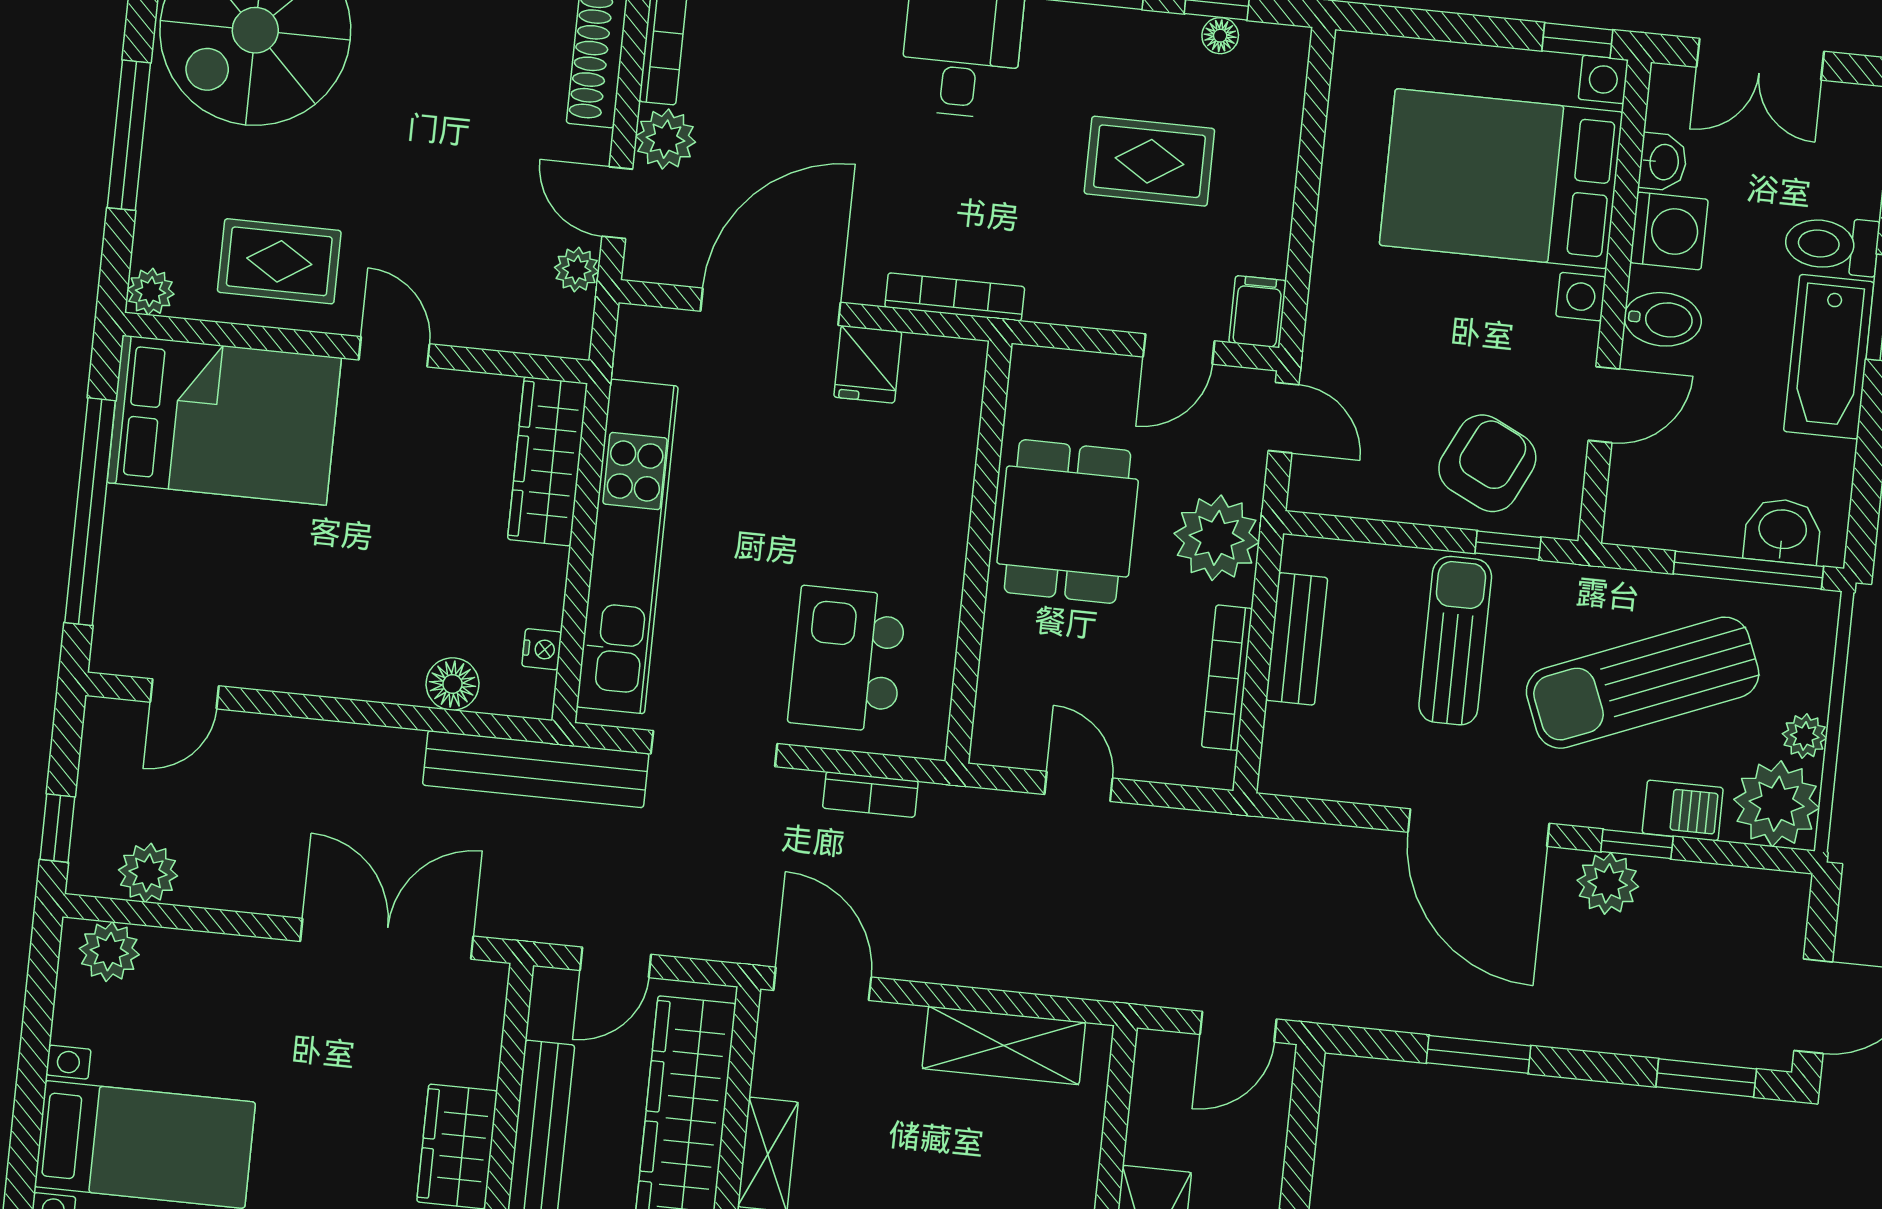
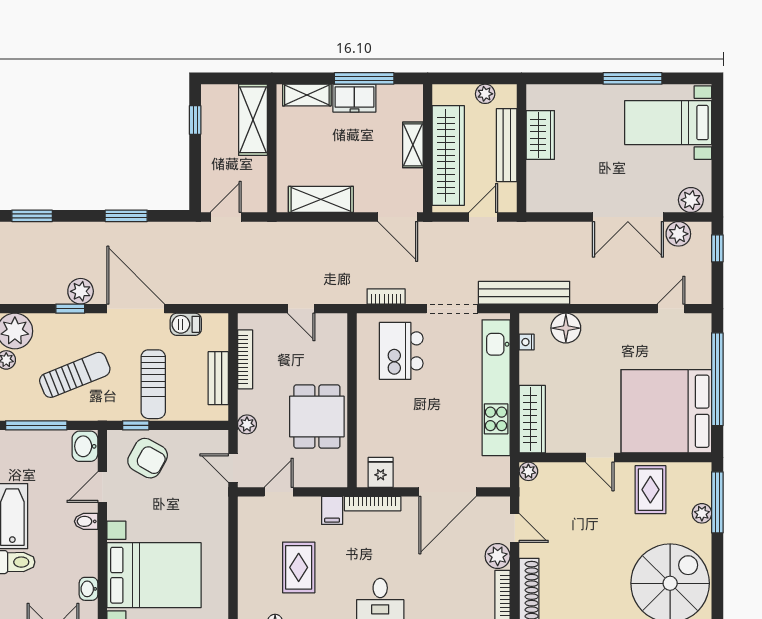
window: (129, 135) -> (717, 502), moved
rug: (1149, 161) -> (299, 567), turned 90
washing machine: (1669, 231) -> (83, 561), removed
rug: (279, 261) -> (650, 490), turned 90
plant: (577, 270) -> (528, 471), moved
plant: (151, 292) -> (702, 513), moved
filing cabinet: (1258, 312) -> (332, 510), moved
bidet: (1663, 319) -> (86, 521), width x0.72, depth x0.74
fridge: (868, 364) -> (381, 472), moved
bed: (224, 420) -> (666, 411), width x1.36
armchair: (1487, 463) -> (148, 458), turned -87
washbasin: (1783, 531) -> (85, 446), moved, turned 90
plant: (1217, 538) -> (247, 424), width x0.53, depth x0.53
kitchen island: (847, 659) -> (401, 351), turned 180
sun lounger: (1643, 683) -> (75, 375), width x0.73, depth x0.75
floor lamp: (452, 684) -> (566, 328), width x1.38, depth x1.38
barbecue: (1683, 810) -> (186, 324), moved
double door: (387, 939) -> (628, 217), moved

